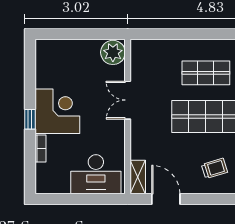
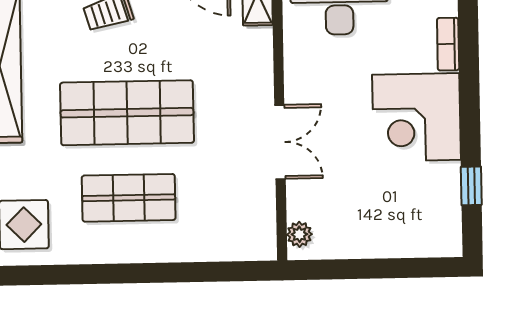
plant: (113, 52) -> (299, 234), width x0.53, depth x0.53
window: (30, 119) -> (471, 186), moved

